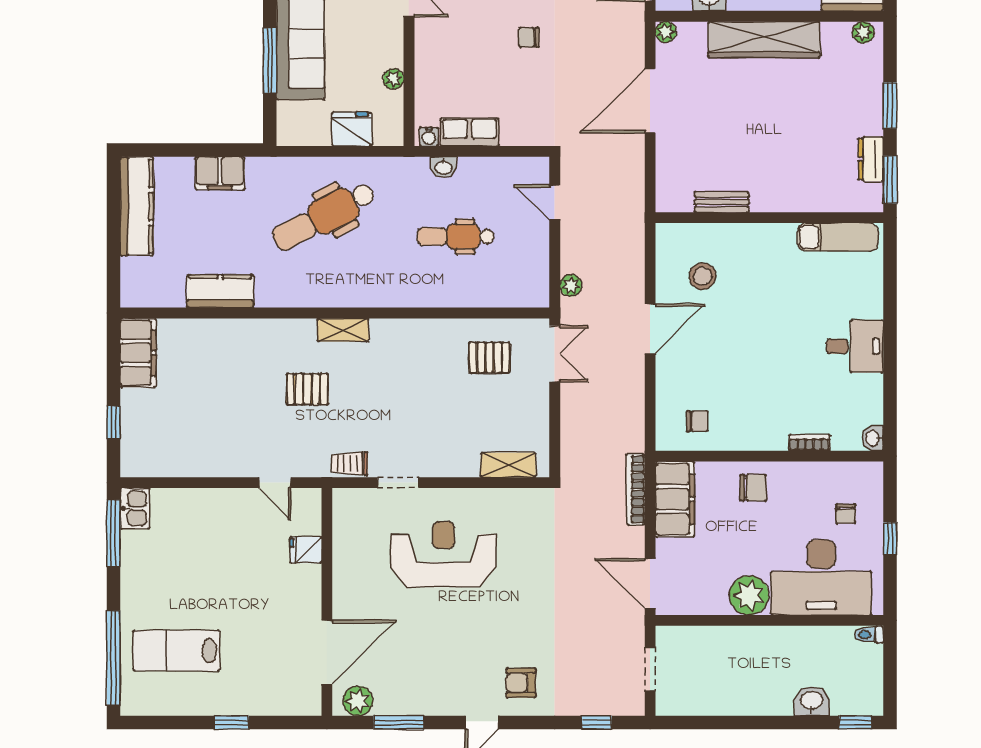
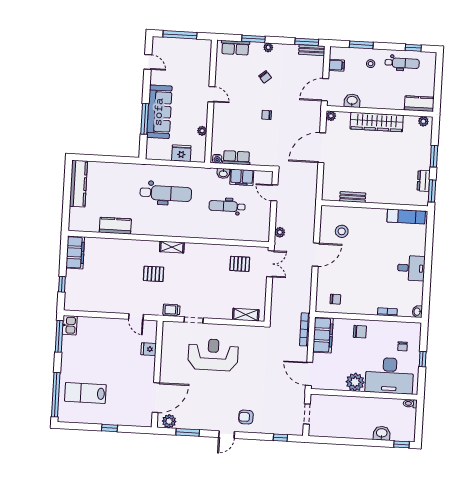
filing cabinet: (220, 173) -> (242, 177), moved
dental chair: (324, 216) -> (166, 193), turned -152

